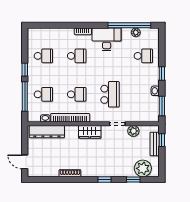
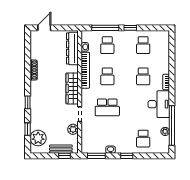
wardrobe: (90, 132) -> (72, 88), width x1.50

